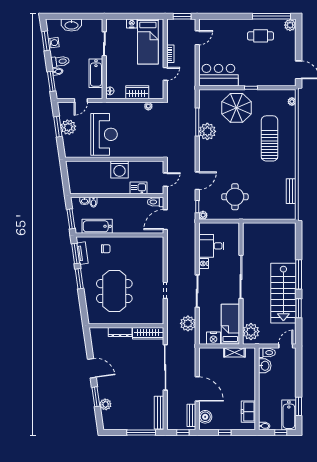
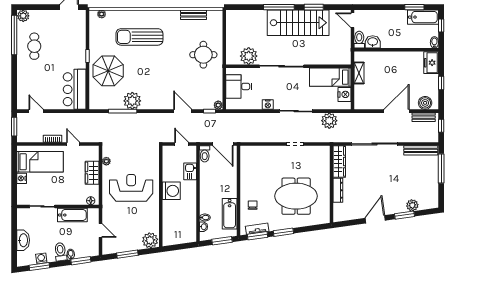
plant: (68, 127) -> (150, 240), moved
reception desk: (104, 134) -> (131, 188), moved
round table: (235, 197) -> (203, 55), moved
desk: (211, 246) -> (239, 86), moved, turned 90
plant: (251, 332) -> (249, 56), moved
freezer: (248, 412) -> (431, 63), moved, turned 90

